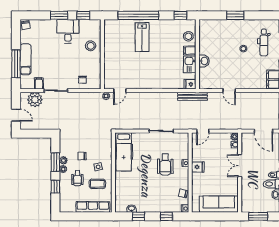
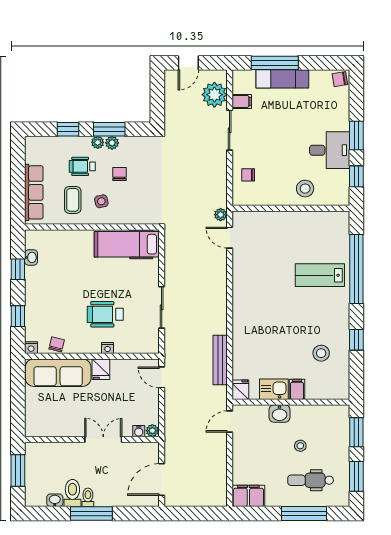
window: (262, 15) -> (356, 476), added
filing cabinet: (190, 51) -> (297, 389), moved
wall: (197, 54) -> (291, 402), moved
washbasin: (204, 61) -> (280, 414), moved
kitchen sink: (190, 64) -> (274, 389), moved
fridge: (190, 84) -> (240, 390), moved
sofa: (219, 204) -> (58, 373), moved, turned 90

